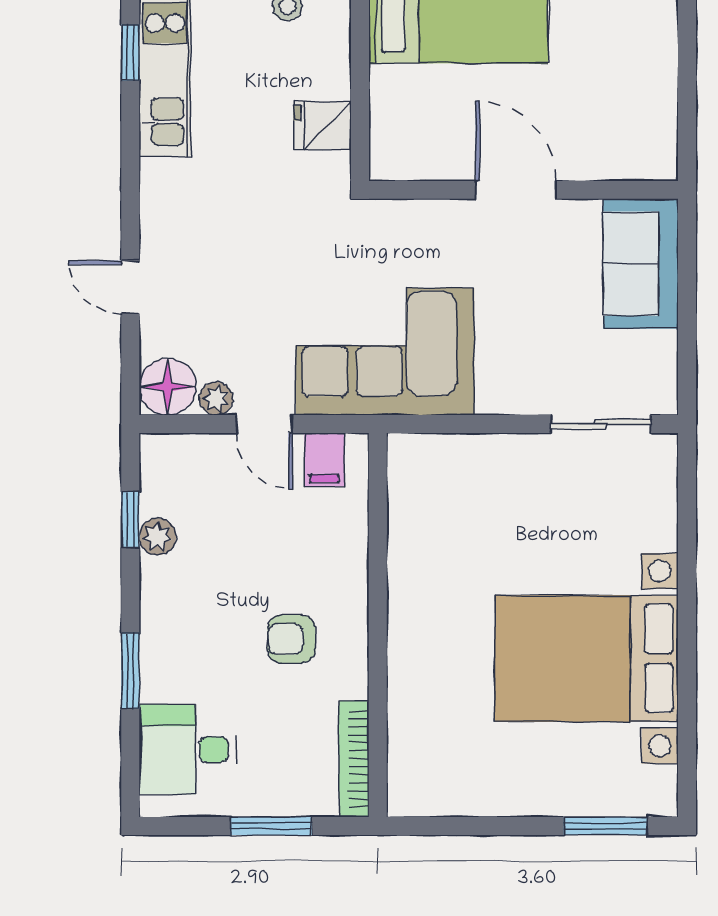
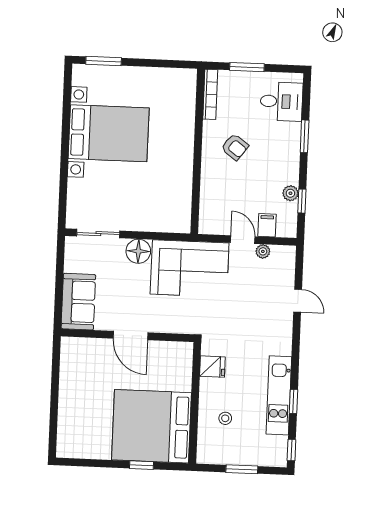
floor lamp: (168, 387) -> (138, 251), moved
filing cabinet: (324, 460) -> (267, 225), moved
armchair: (292, 639) -> (235, 147), turned 37

